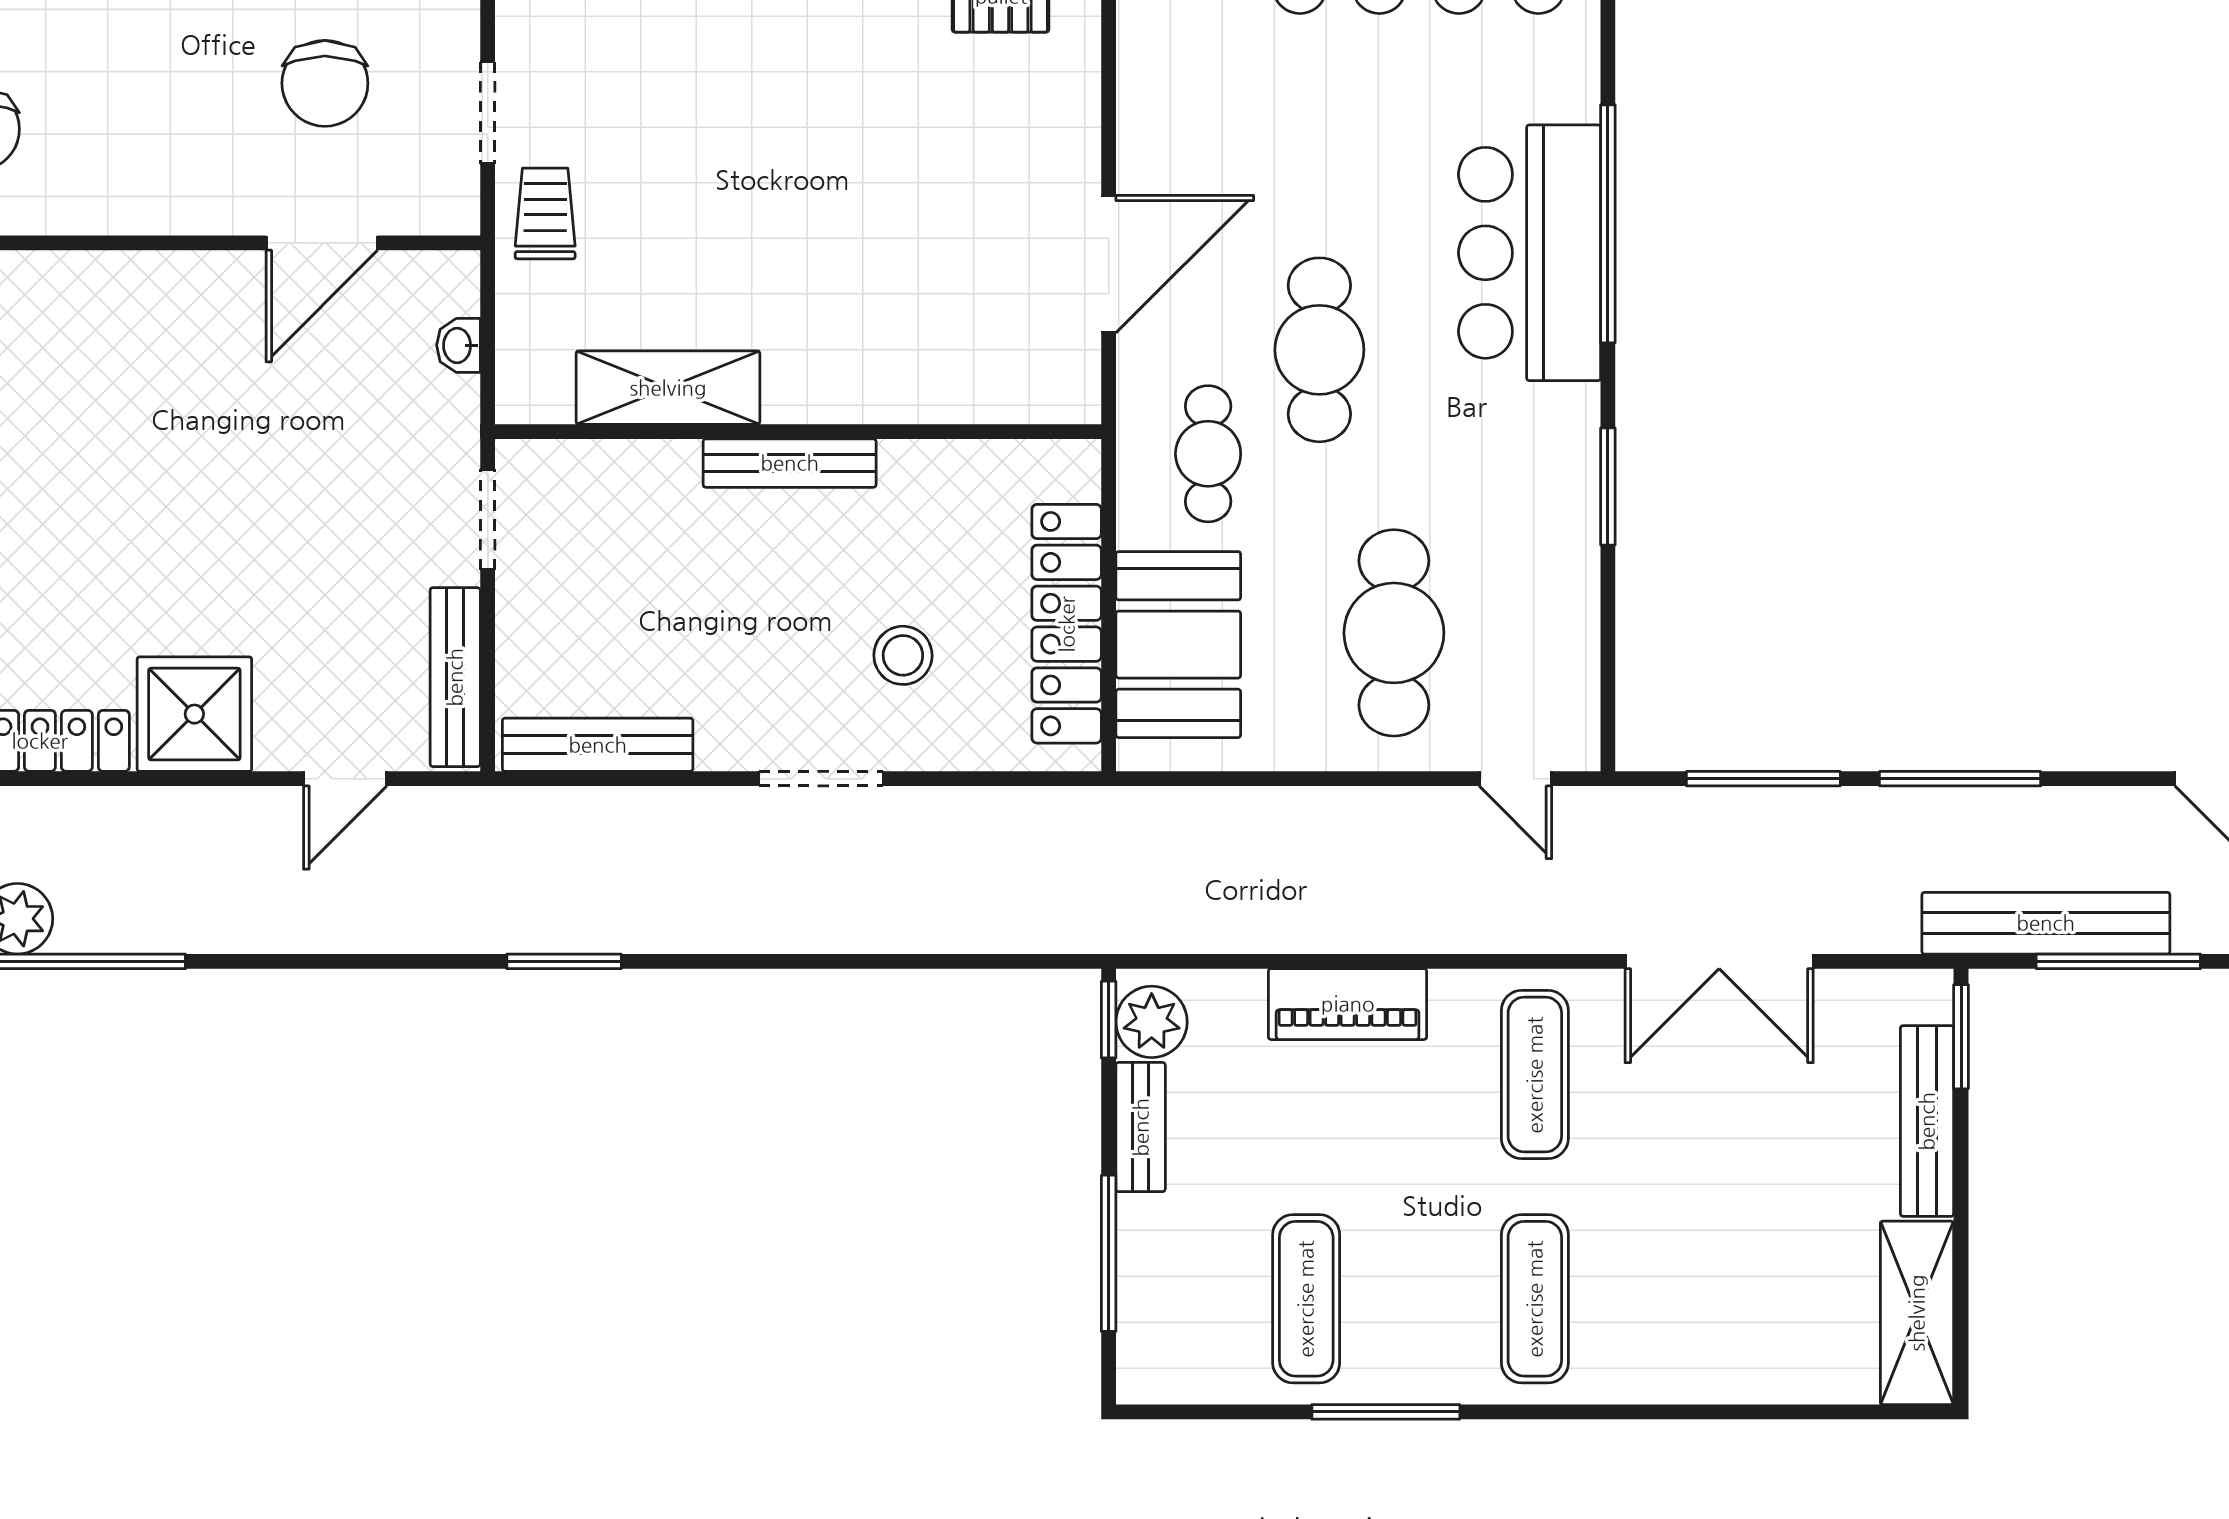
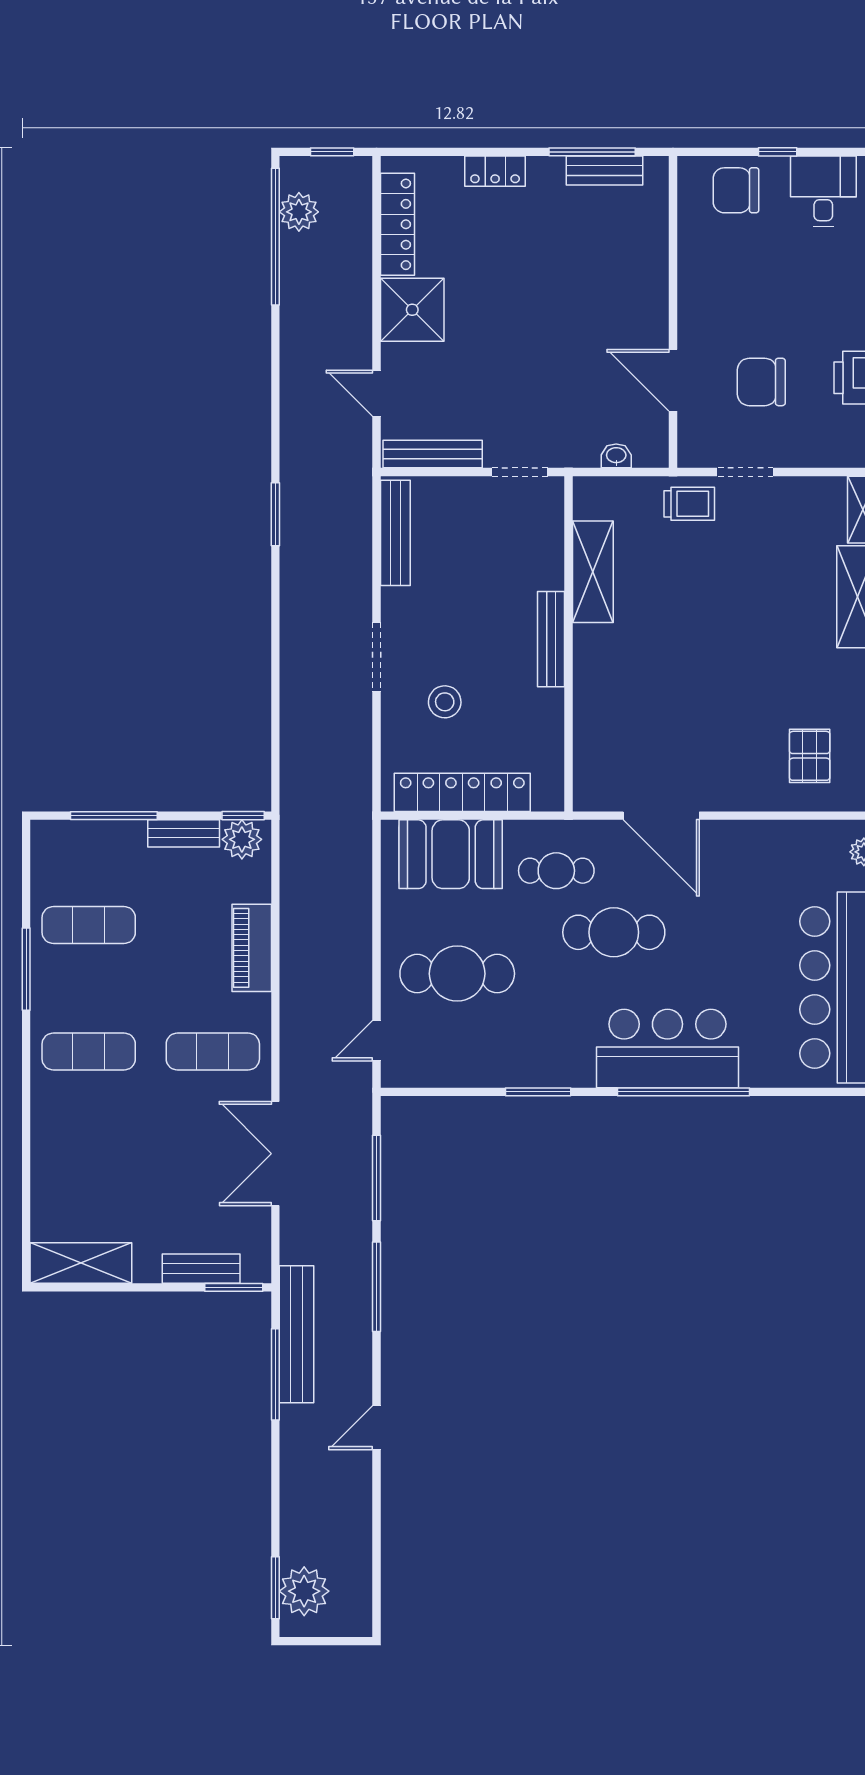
bench: (1927, 1121) -> (201, 1269), width x0.73

